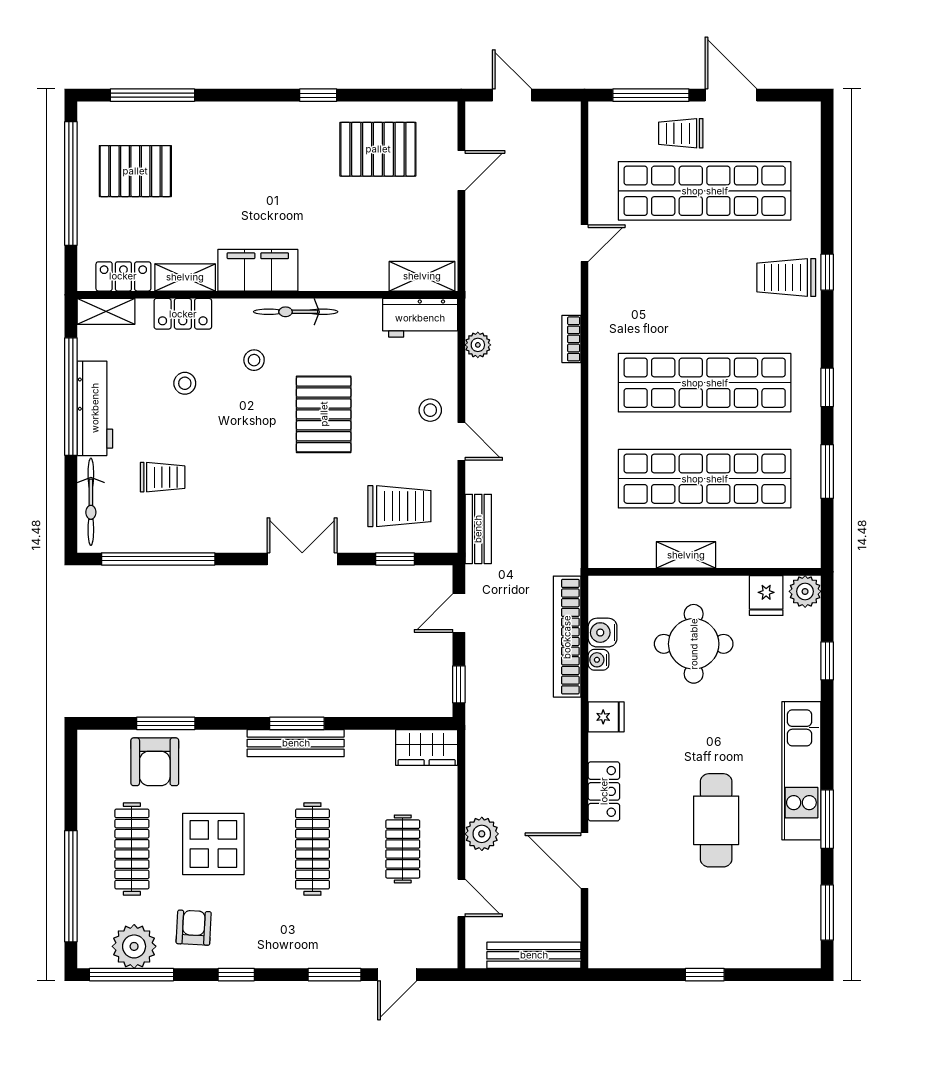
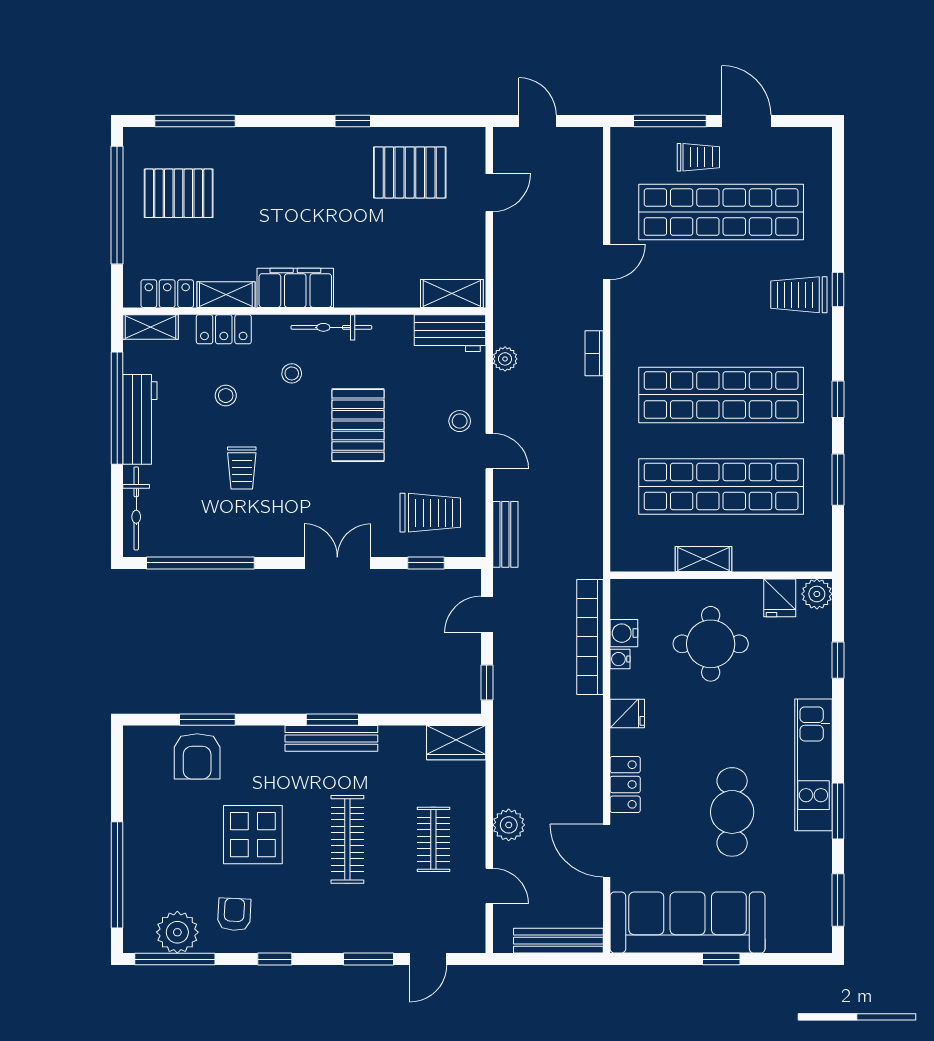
trolley: (681, 133) -> (698, 157), turned 180
trolley: (163, 477) -> (242, 468), moved, turned 90
clothes rail: (132, 849) -> (175, 839), removed
sofa: (669, 936) -> (688, 922), added

